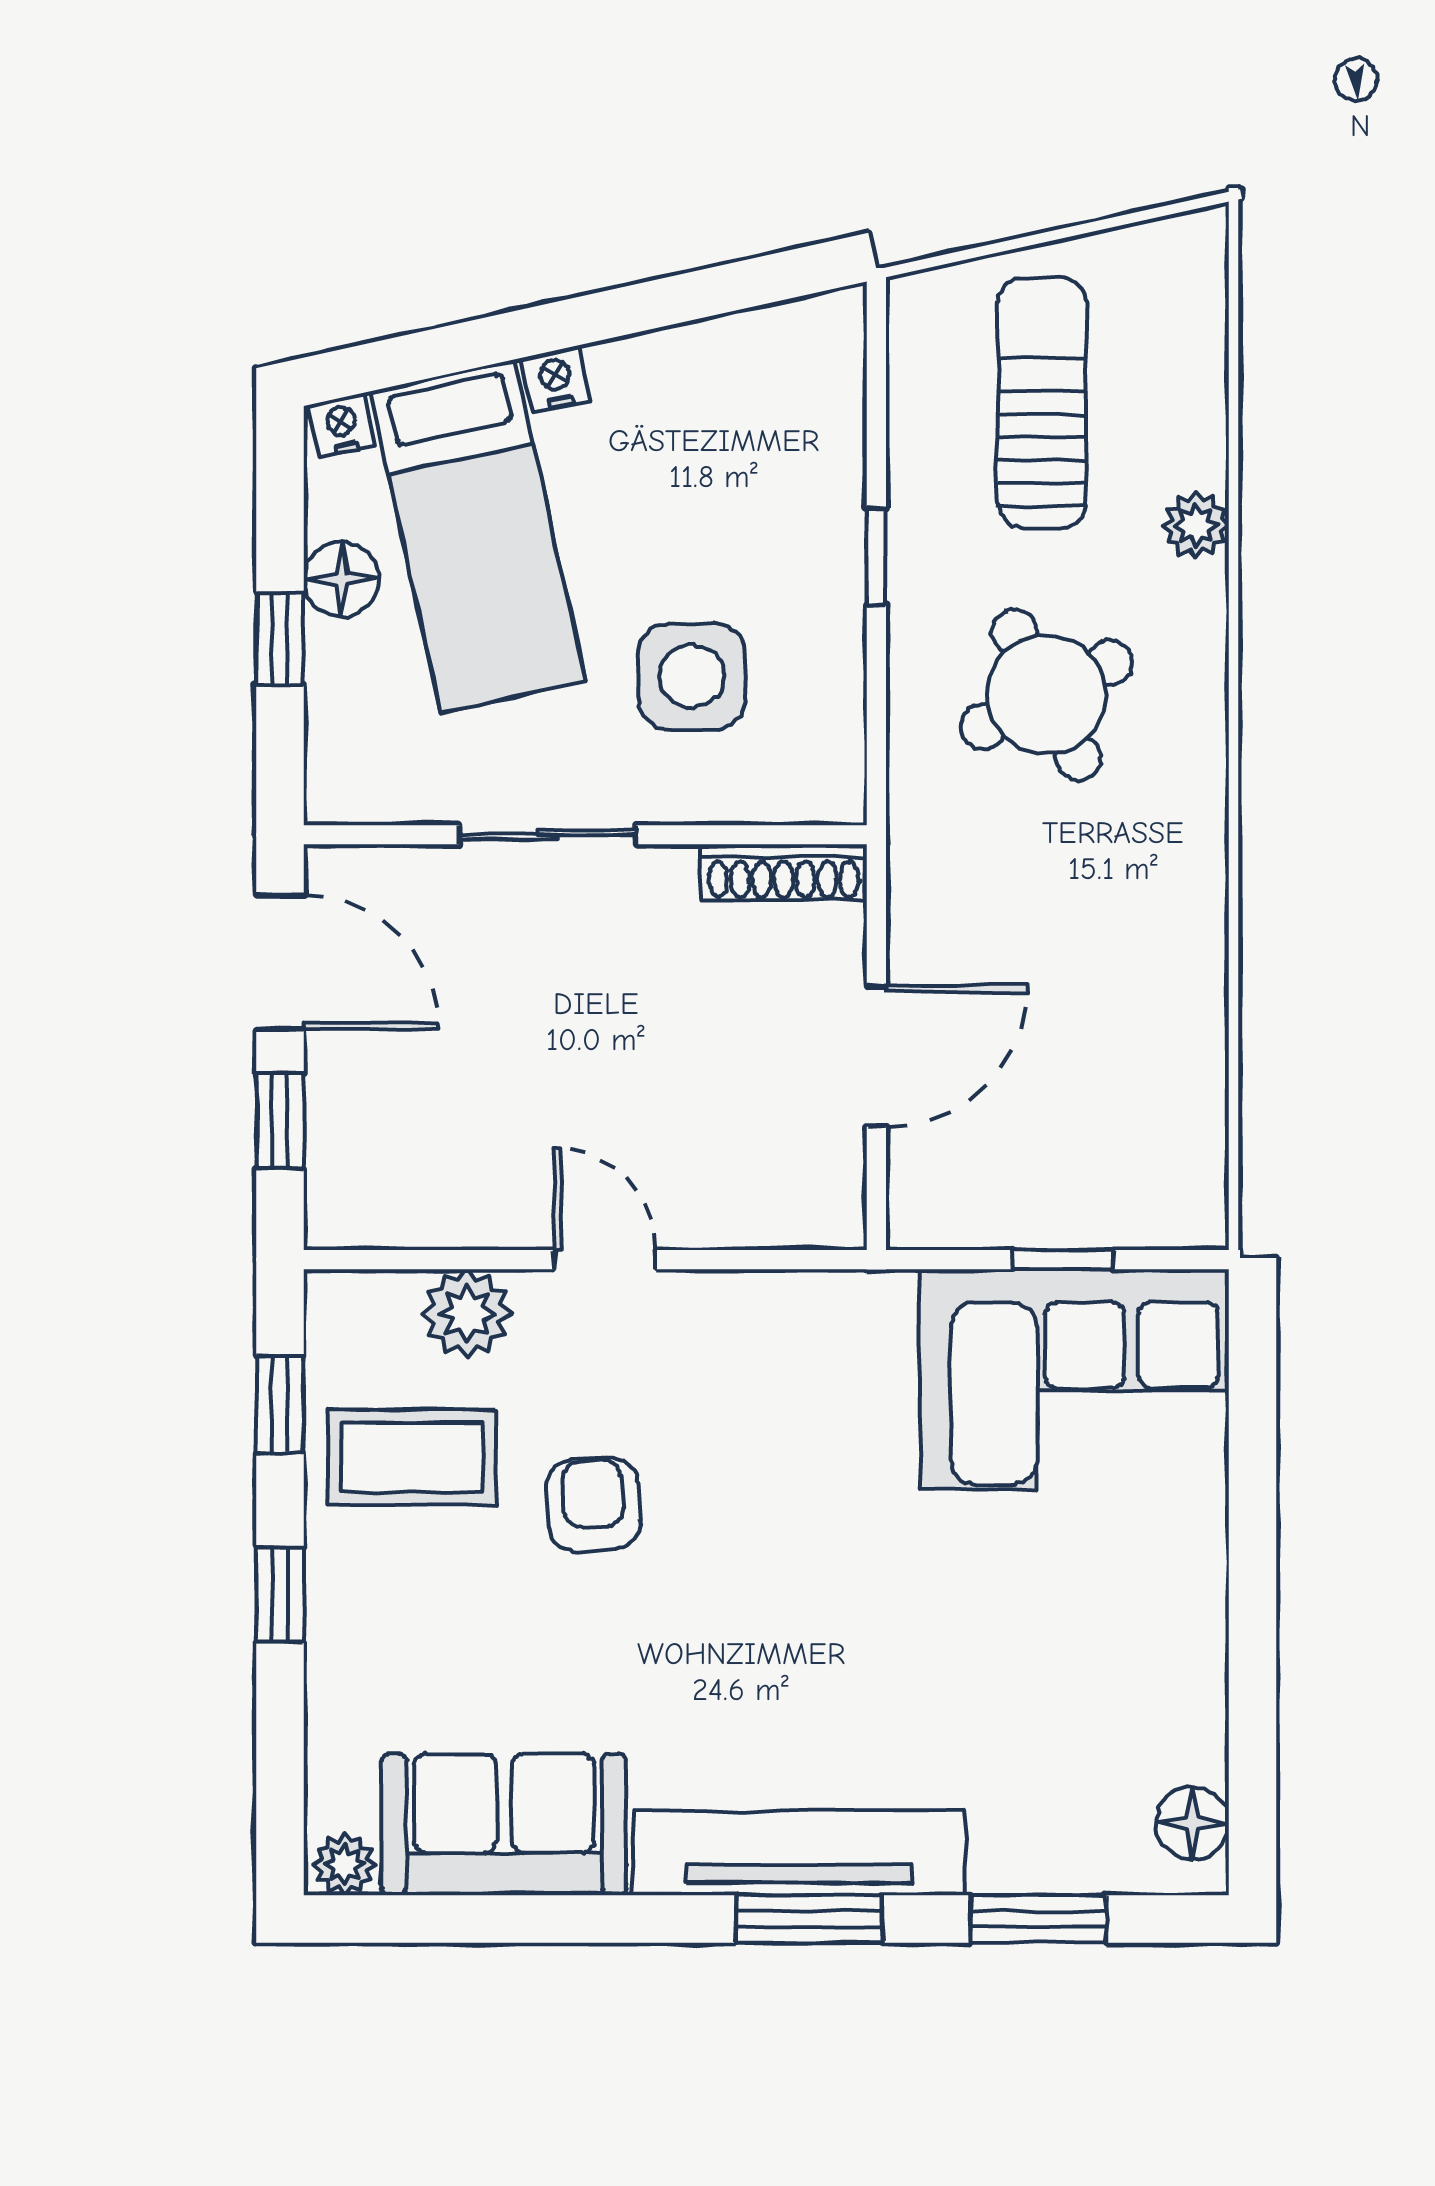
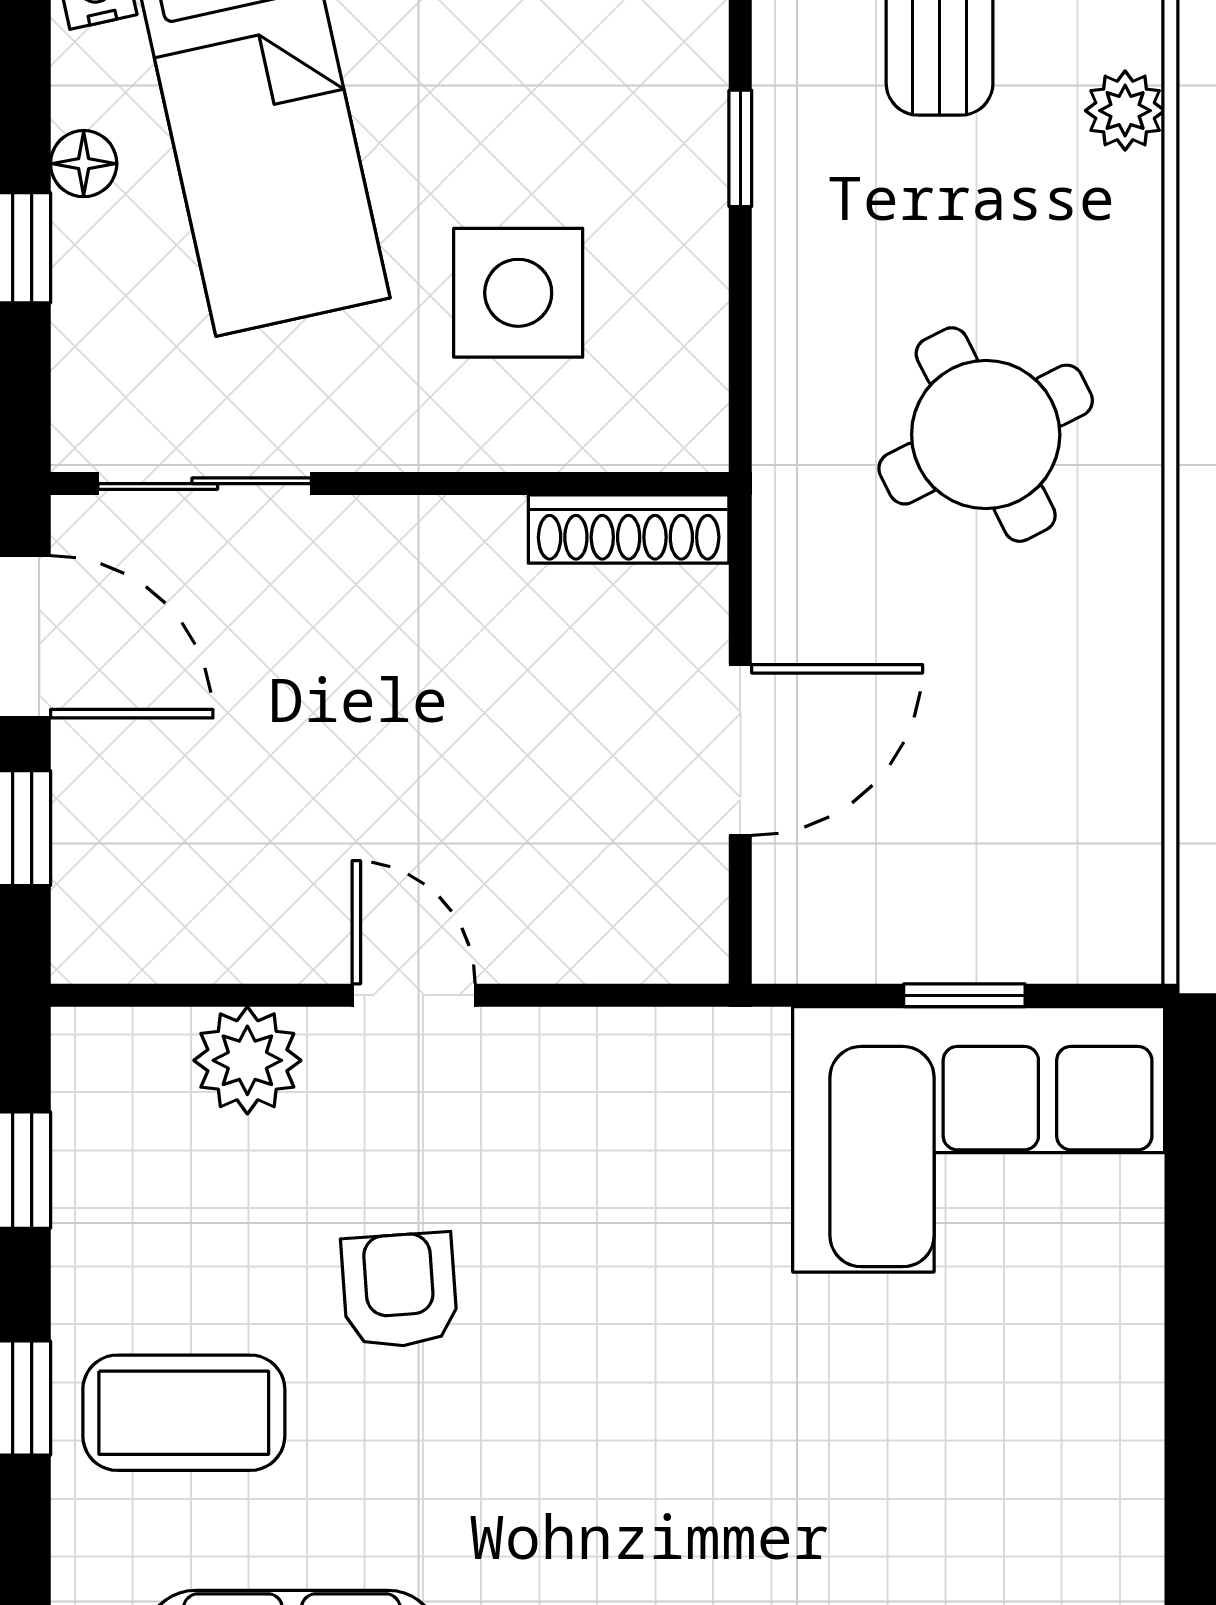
floor lamp: (341, 579) -> (84, 164), width x0.73, depth x0.73
round table: (1046, 695) -> (986, 435), moved
sliding door: (548, 835) -> (205, 484), moved
coffee table: (412, 1457) -> (184, 1413), moved

